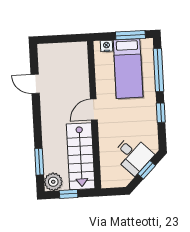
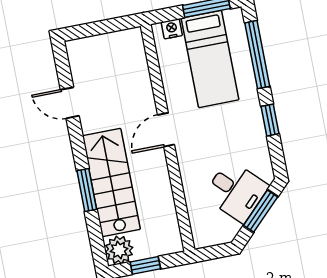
stairs: (81, 156) -> (111, 183), moved, turned 180
window: (39, 162) -> (87, 190), moved
window: (147, 170) -> (261, 211), width x1.50

